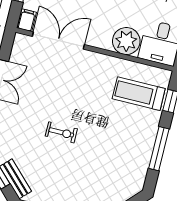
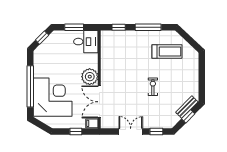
plant: (126, 41) -> (90, 77), moved
treadmill: (139, 94) -> (167, 52), moved, turned -90

